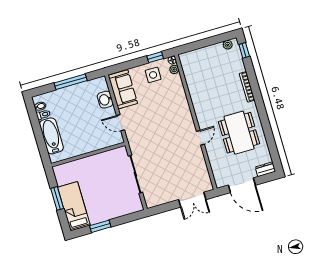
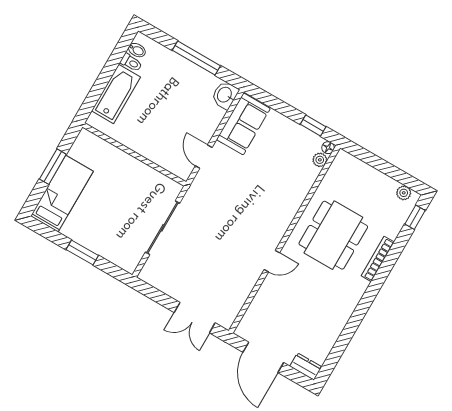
side table: (153, 75) -> (291, 142), removed
washbasin: (105, 100) -> (225, 95), moved
dining table: (239, 133) -> (333, 235), moved
window: (100, 226) -> (82, 253), moved

